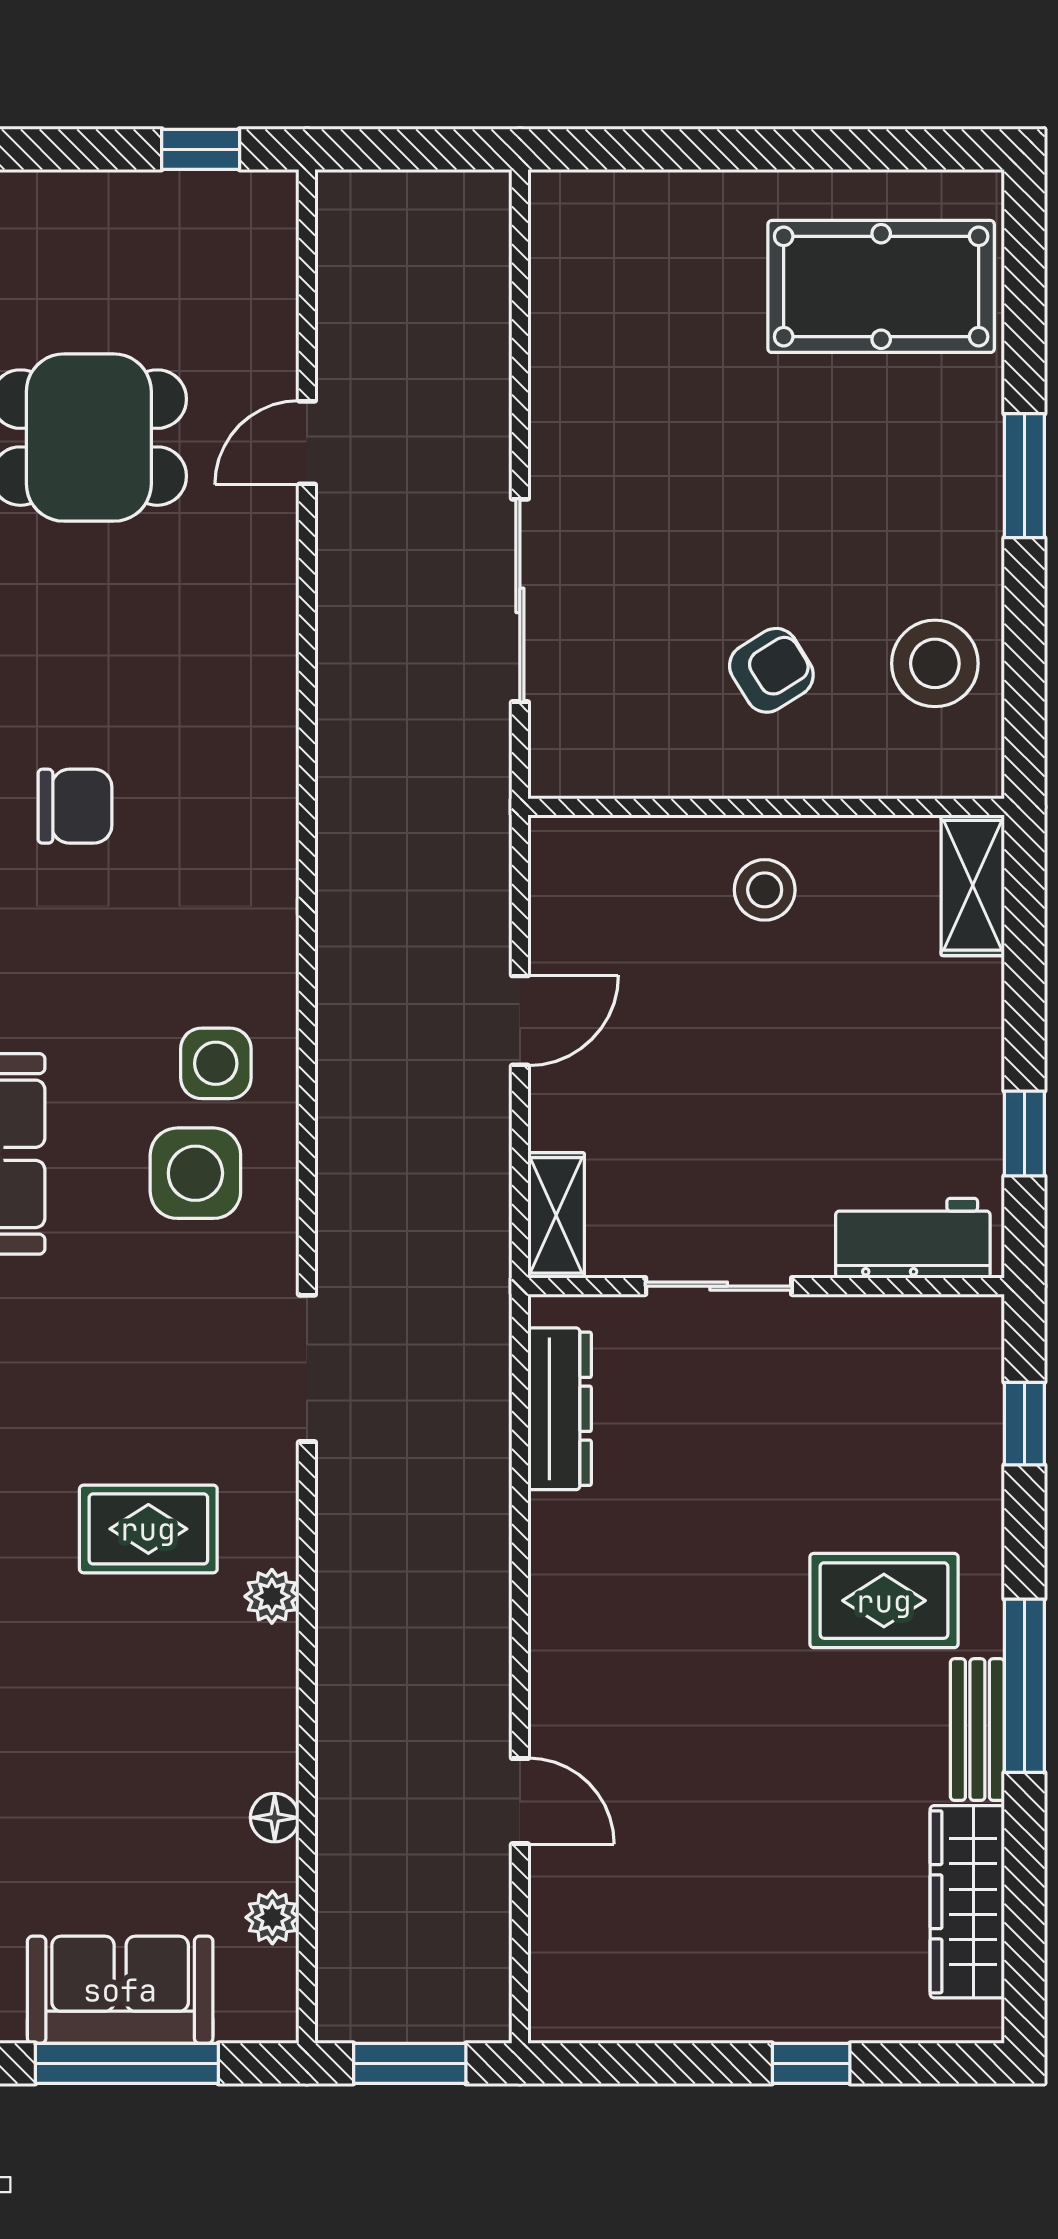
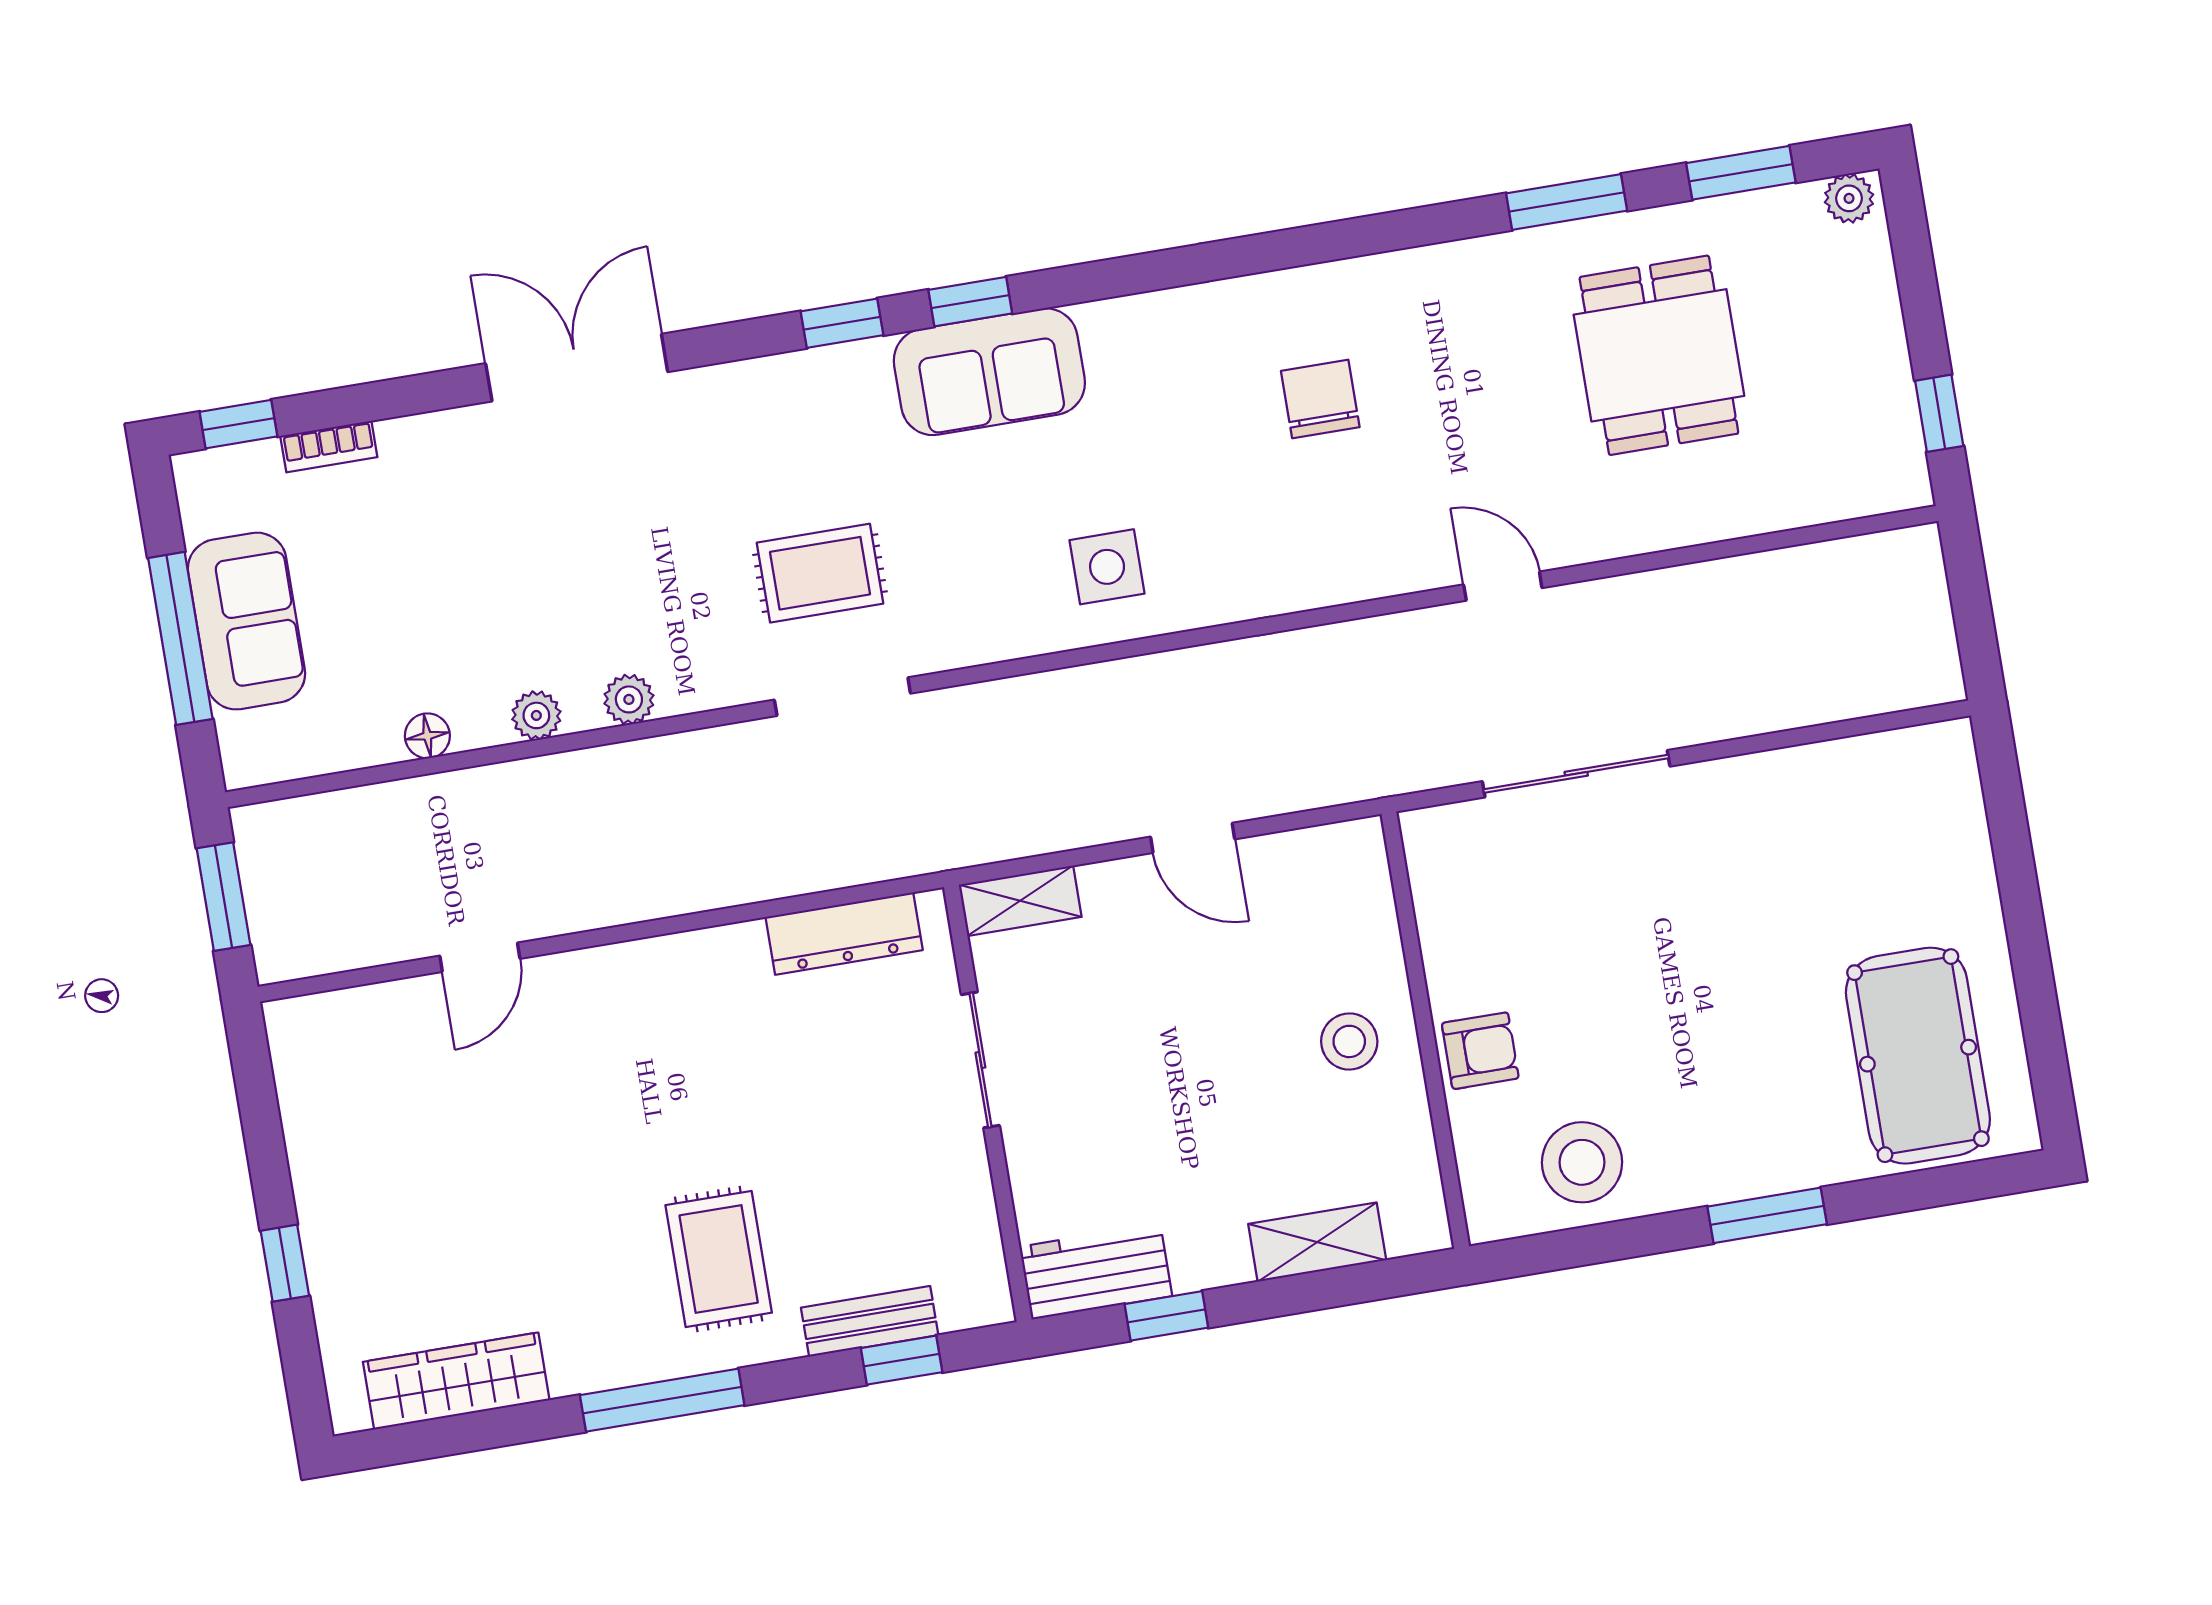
door: (307, 443) -> (1503, 586), moved
armchair: (771, 670) -> (1480, 1051), moved, turned -58
chair: (75, 806) -> (1320, 399), turned 180
shelving: (973, 885) -> (1317, 1242), moved
side table: (195, 1173) -> (1004, 565), removed
workbench: (913, 1238) -> (1096, 1271), moved, turned -90
rug: (148, 1529) -> (820, 573), moved, turned 90
bench: (977, 1730) -> (870, 1321), moved
plant: (272, 1917) -> (536, 715), moved

